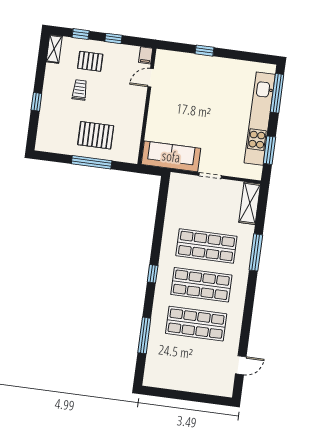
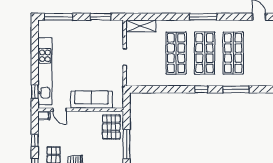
window: (204, 51) -> (35, 92), moved
kitchen unit: (260, 119) -> (45, 71), moved, turned -90
pallet: (96, 135) -> (111, 127), moved
sofa: (171, 156) -> (91, 100), moved, turned 90
window: (256, 252) -> (203, 17), moved
window: (144, 335) -> (236, 89), moved

